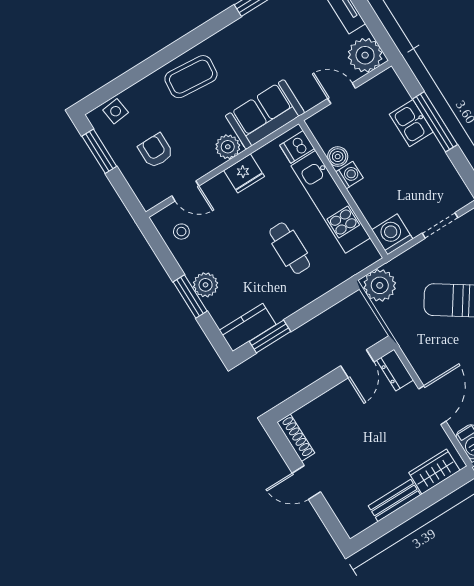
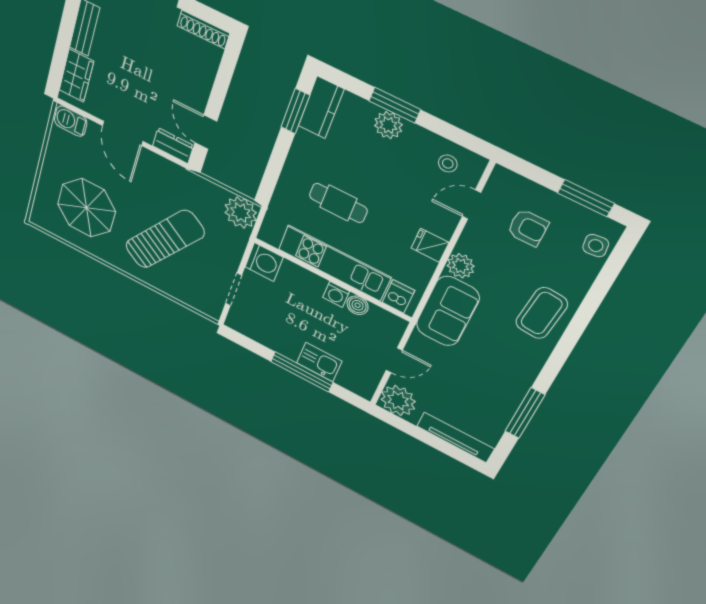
fridge: (244, 173) -> (430, 245), width x0.72

